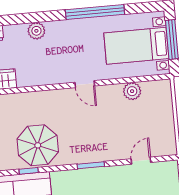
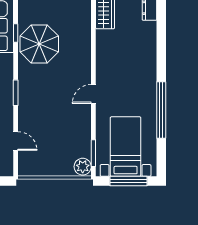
plant: (36, 31) -> (148, 53), removed
window: (146, 79) -> (93, 153), added
plant: (132, 91) -> (83, 167), moved

